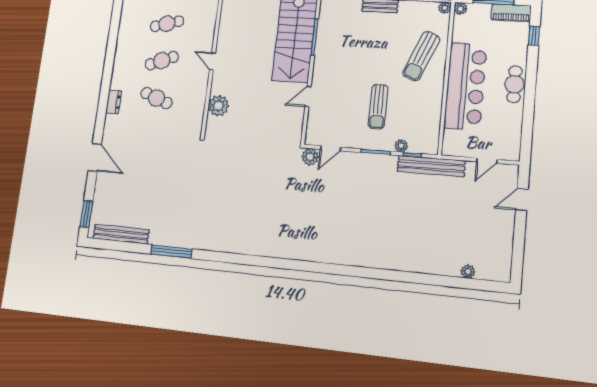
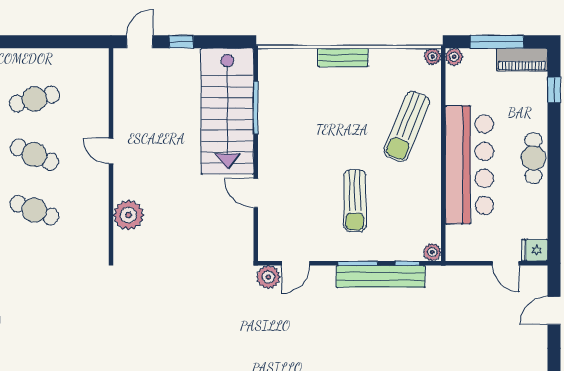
cafe table: (162, 61) -> (34, 155), turned 45
door: (308, 96) -> (256, 193), hinge flipped
plant: (401, 146) -> (432, 252), moved
fridge: (510, 153) -> (535, 250), added
door: (487, 161) -> (506, 263), hinge flipped
bench: (431, 166) -> (381, 276), moved

